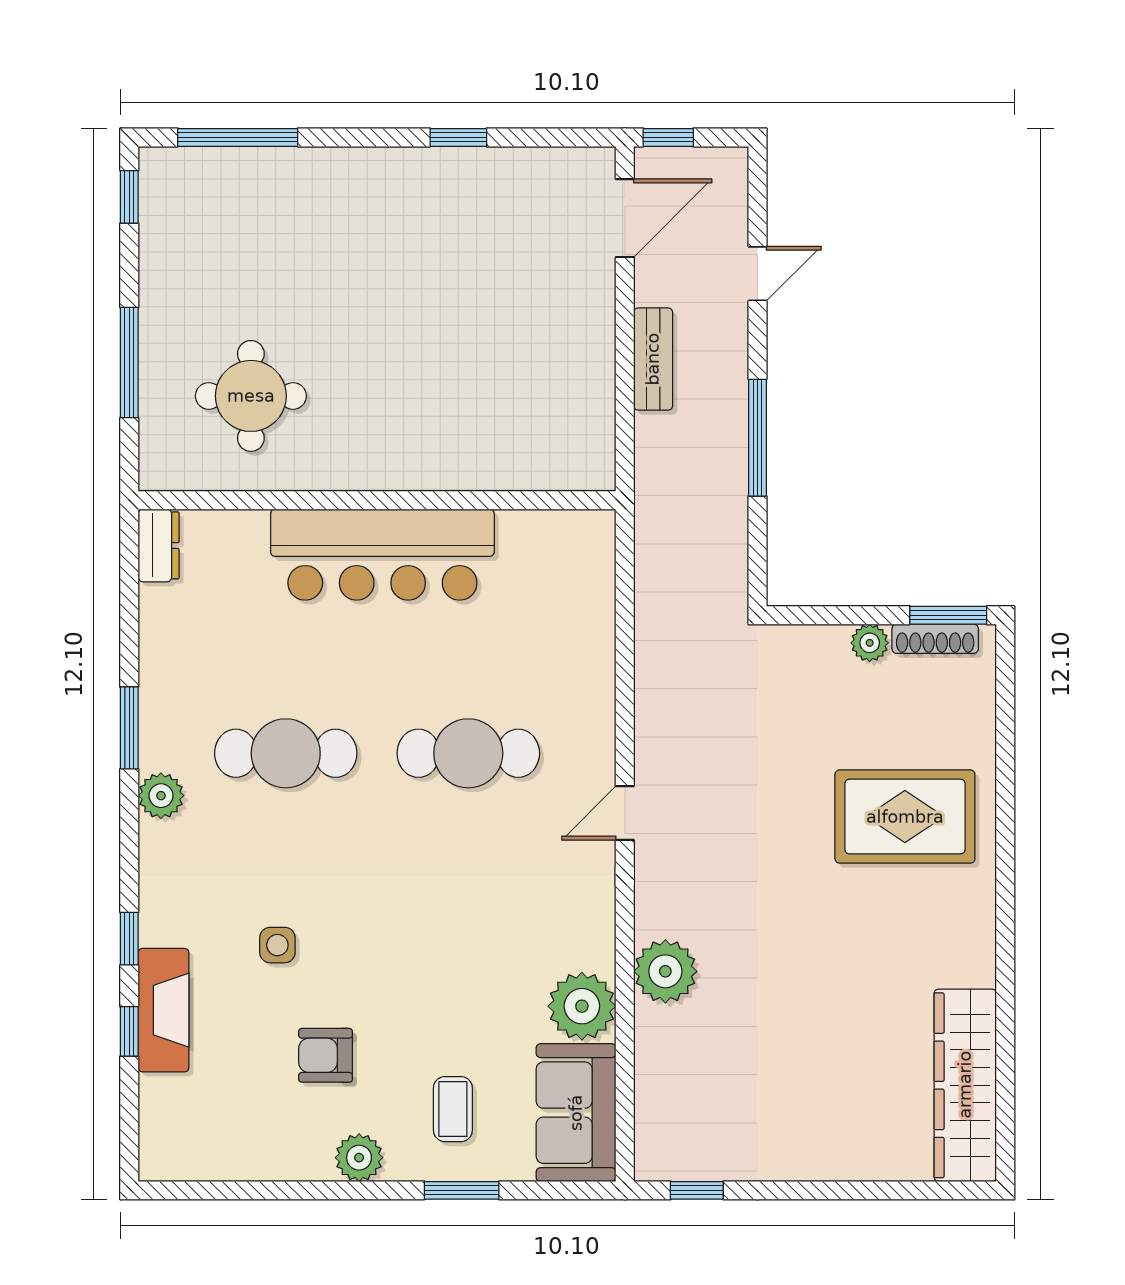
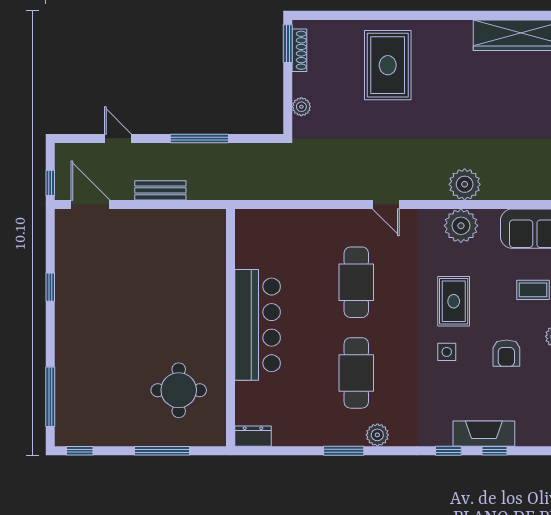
plant: (870, 643) -> (301, 107), moved
side table: (277, 945) -> (447, 352), moved
rug: (430, 949) -> (454, 301), added
plant: (582, 1006) -> (461, 226), moved

